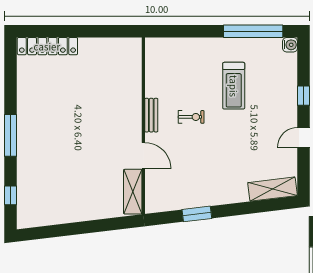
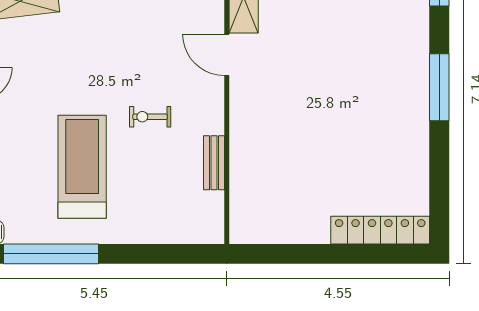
treadmill: (234, 86) -> (82, 167), width x1.37, depth x1.38
bench: (151, 115) -> (214, 163), moved

